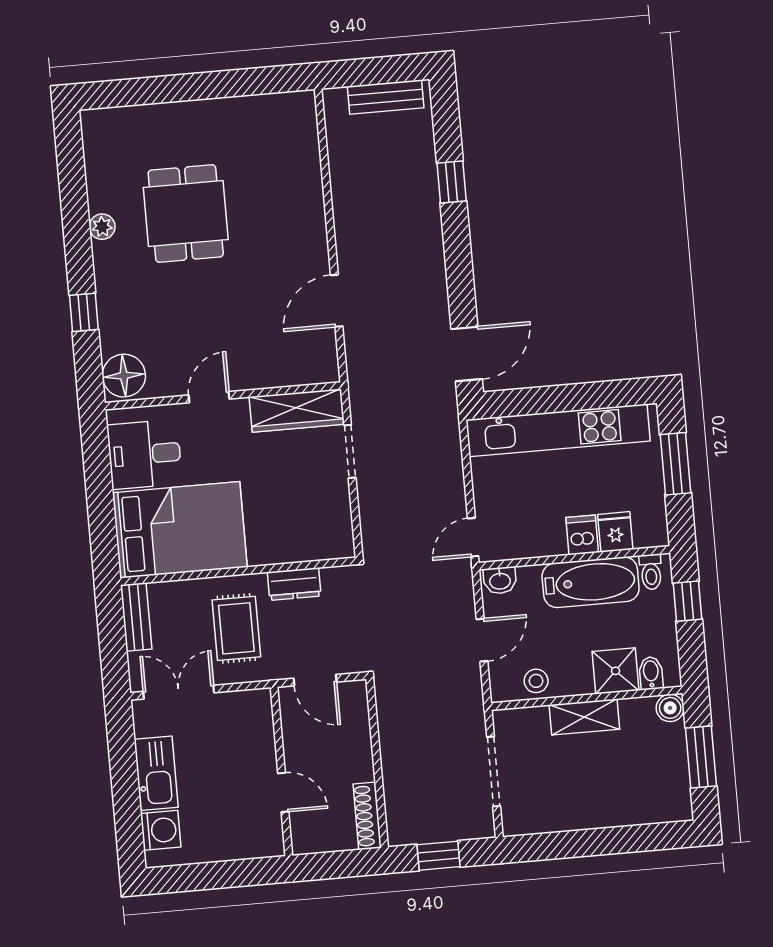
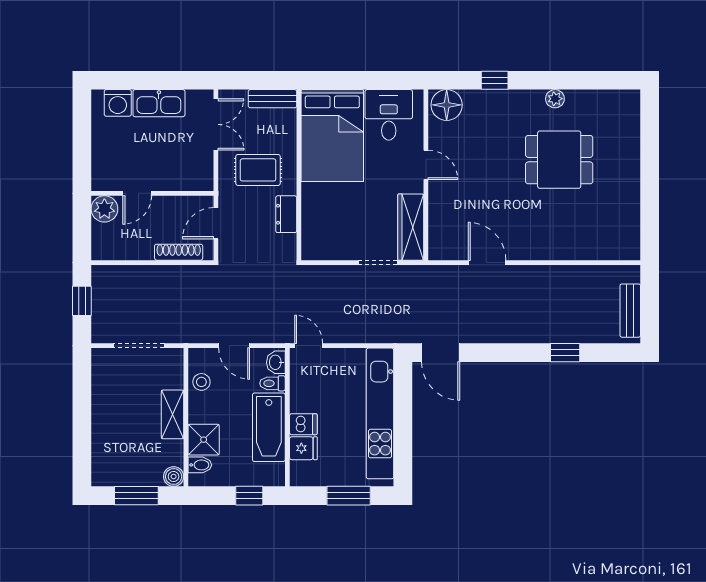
toilet: (651, 572) -> (272, 383), moved
shoe rack: (367, 816) -> (179, 252), moved
plant: (309, 836) -> (104, 209), added

